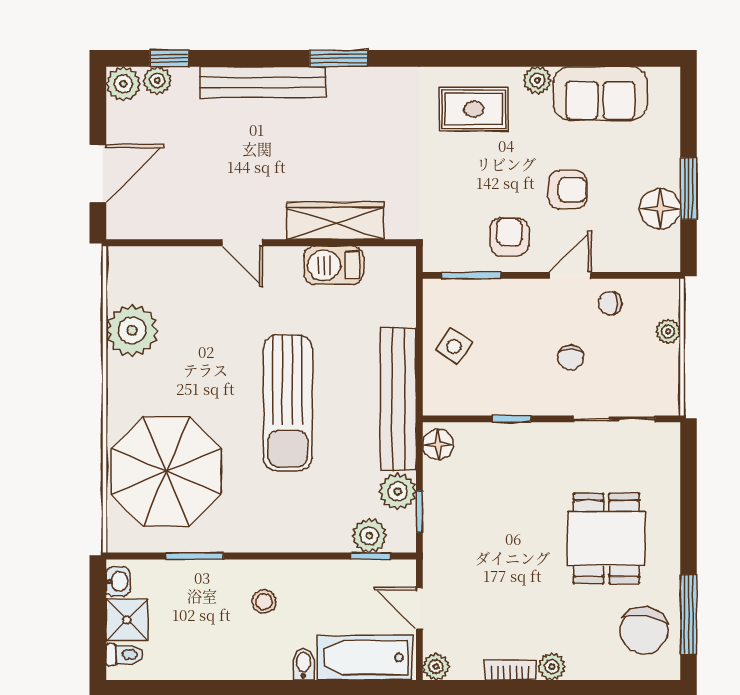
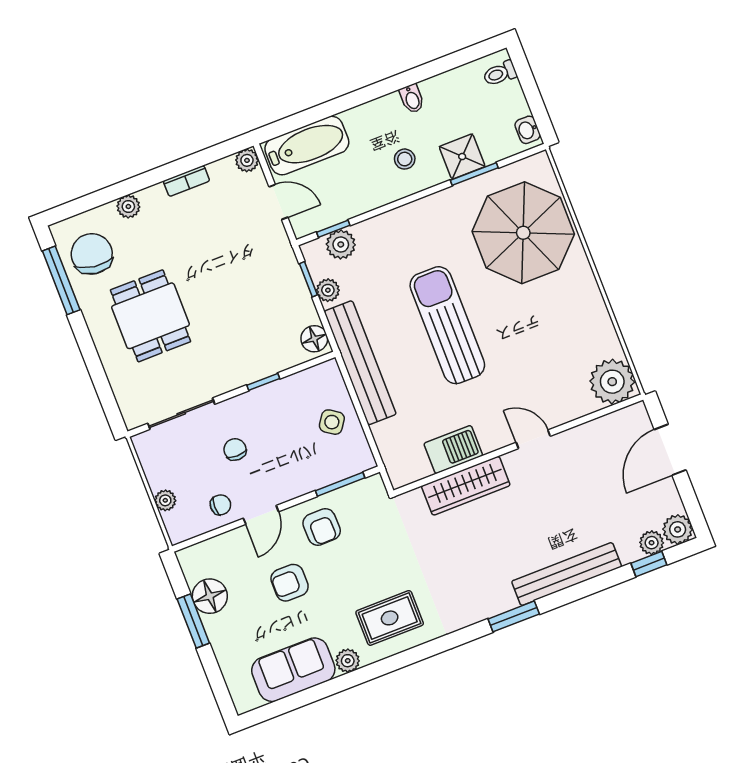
plant: (132, 330) -> (612, 382), moved
plant: (398, 491) -> (328, 290), width x0.73, depth x0.73
shower: (127, 620) -> (462, 157), moved
bidet: (304, 664) -> (412, 99), moved
plant: (552, 667) -> (128, 206), moved

